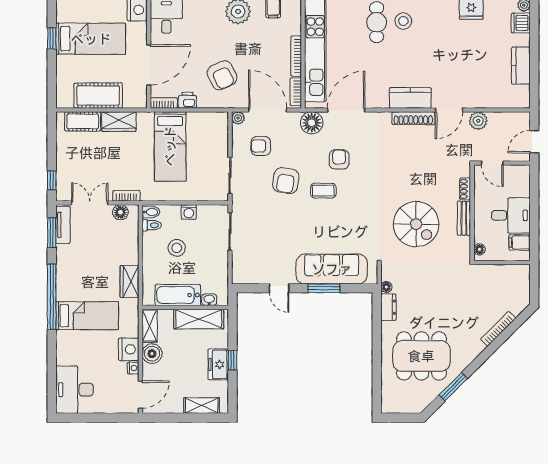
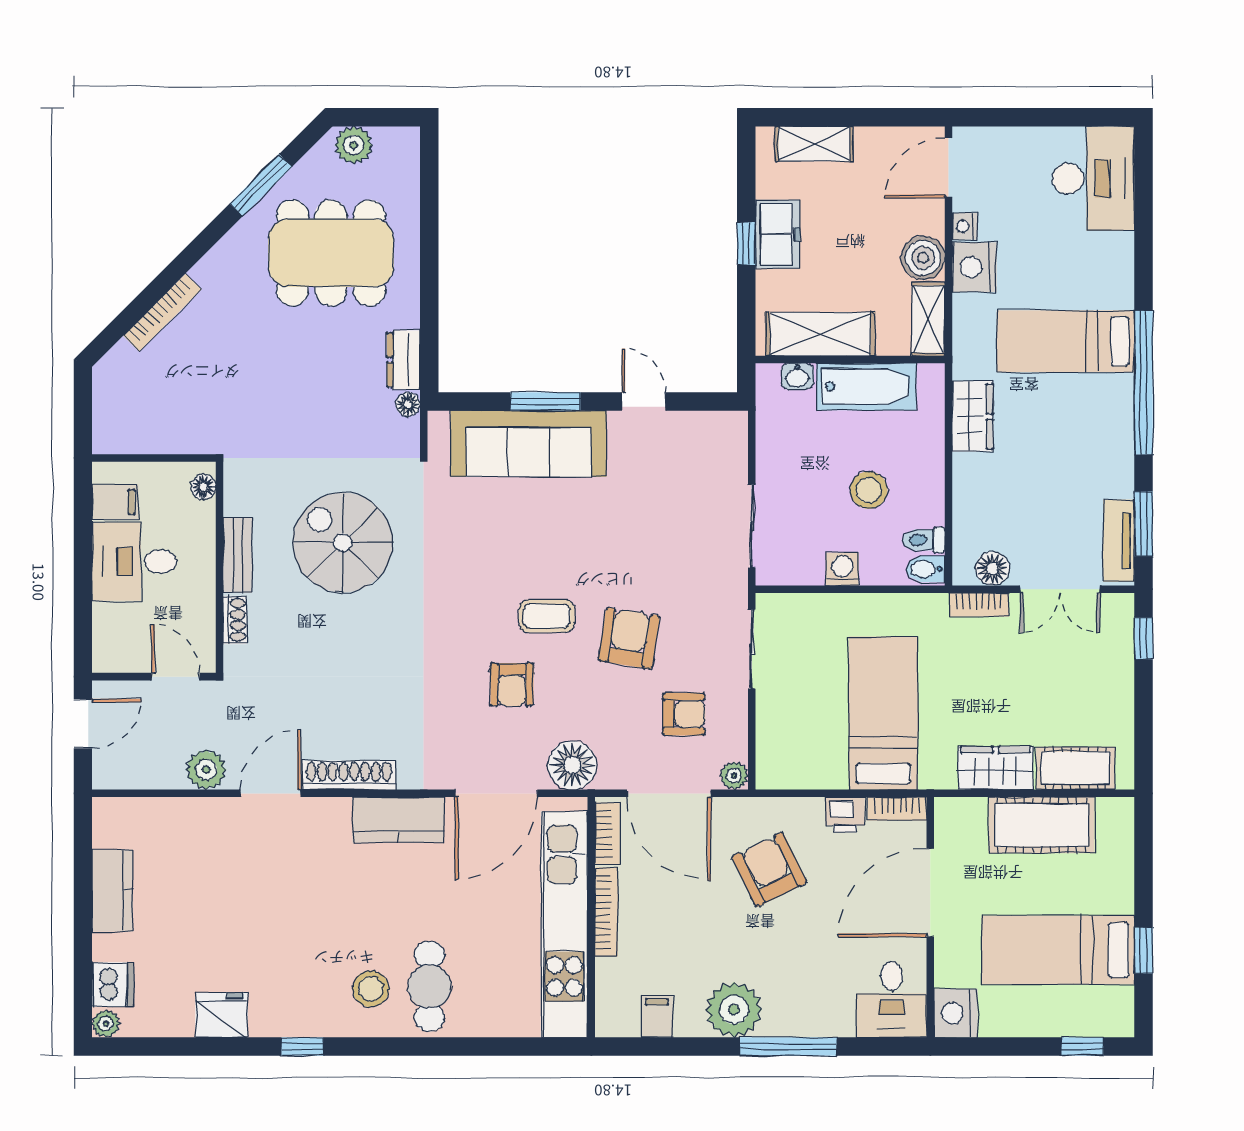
kitchen counter: (410, 98) -> (398, 820), moved
plant: (411, 405) -> (354, 145), added

